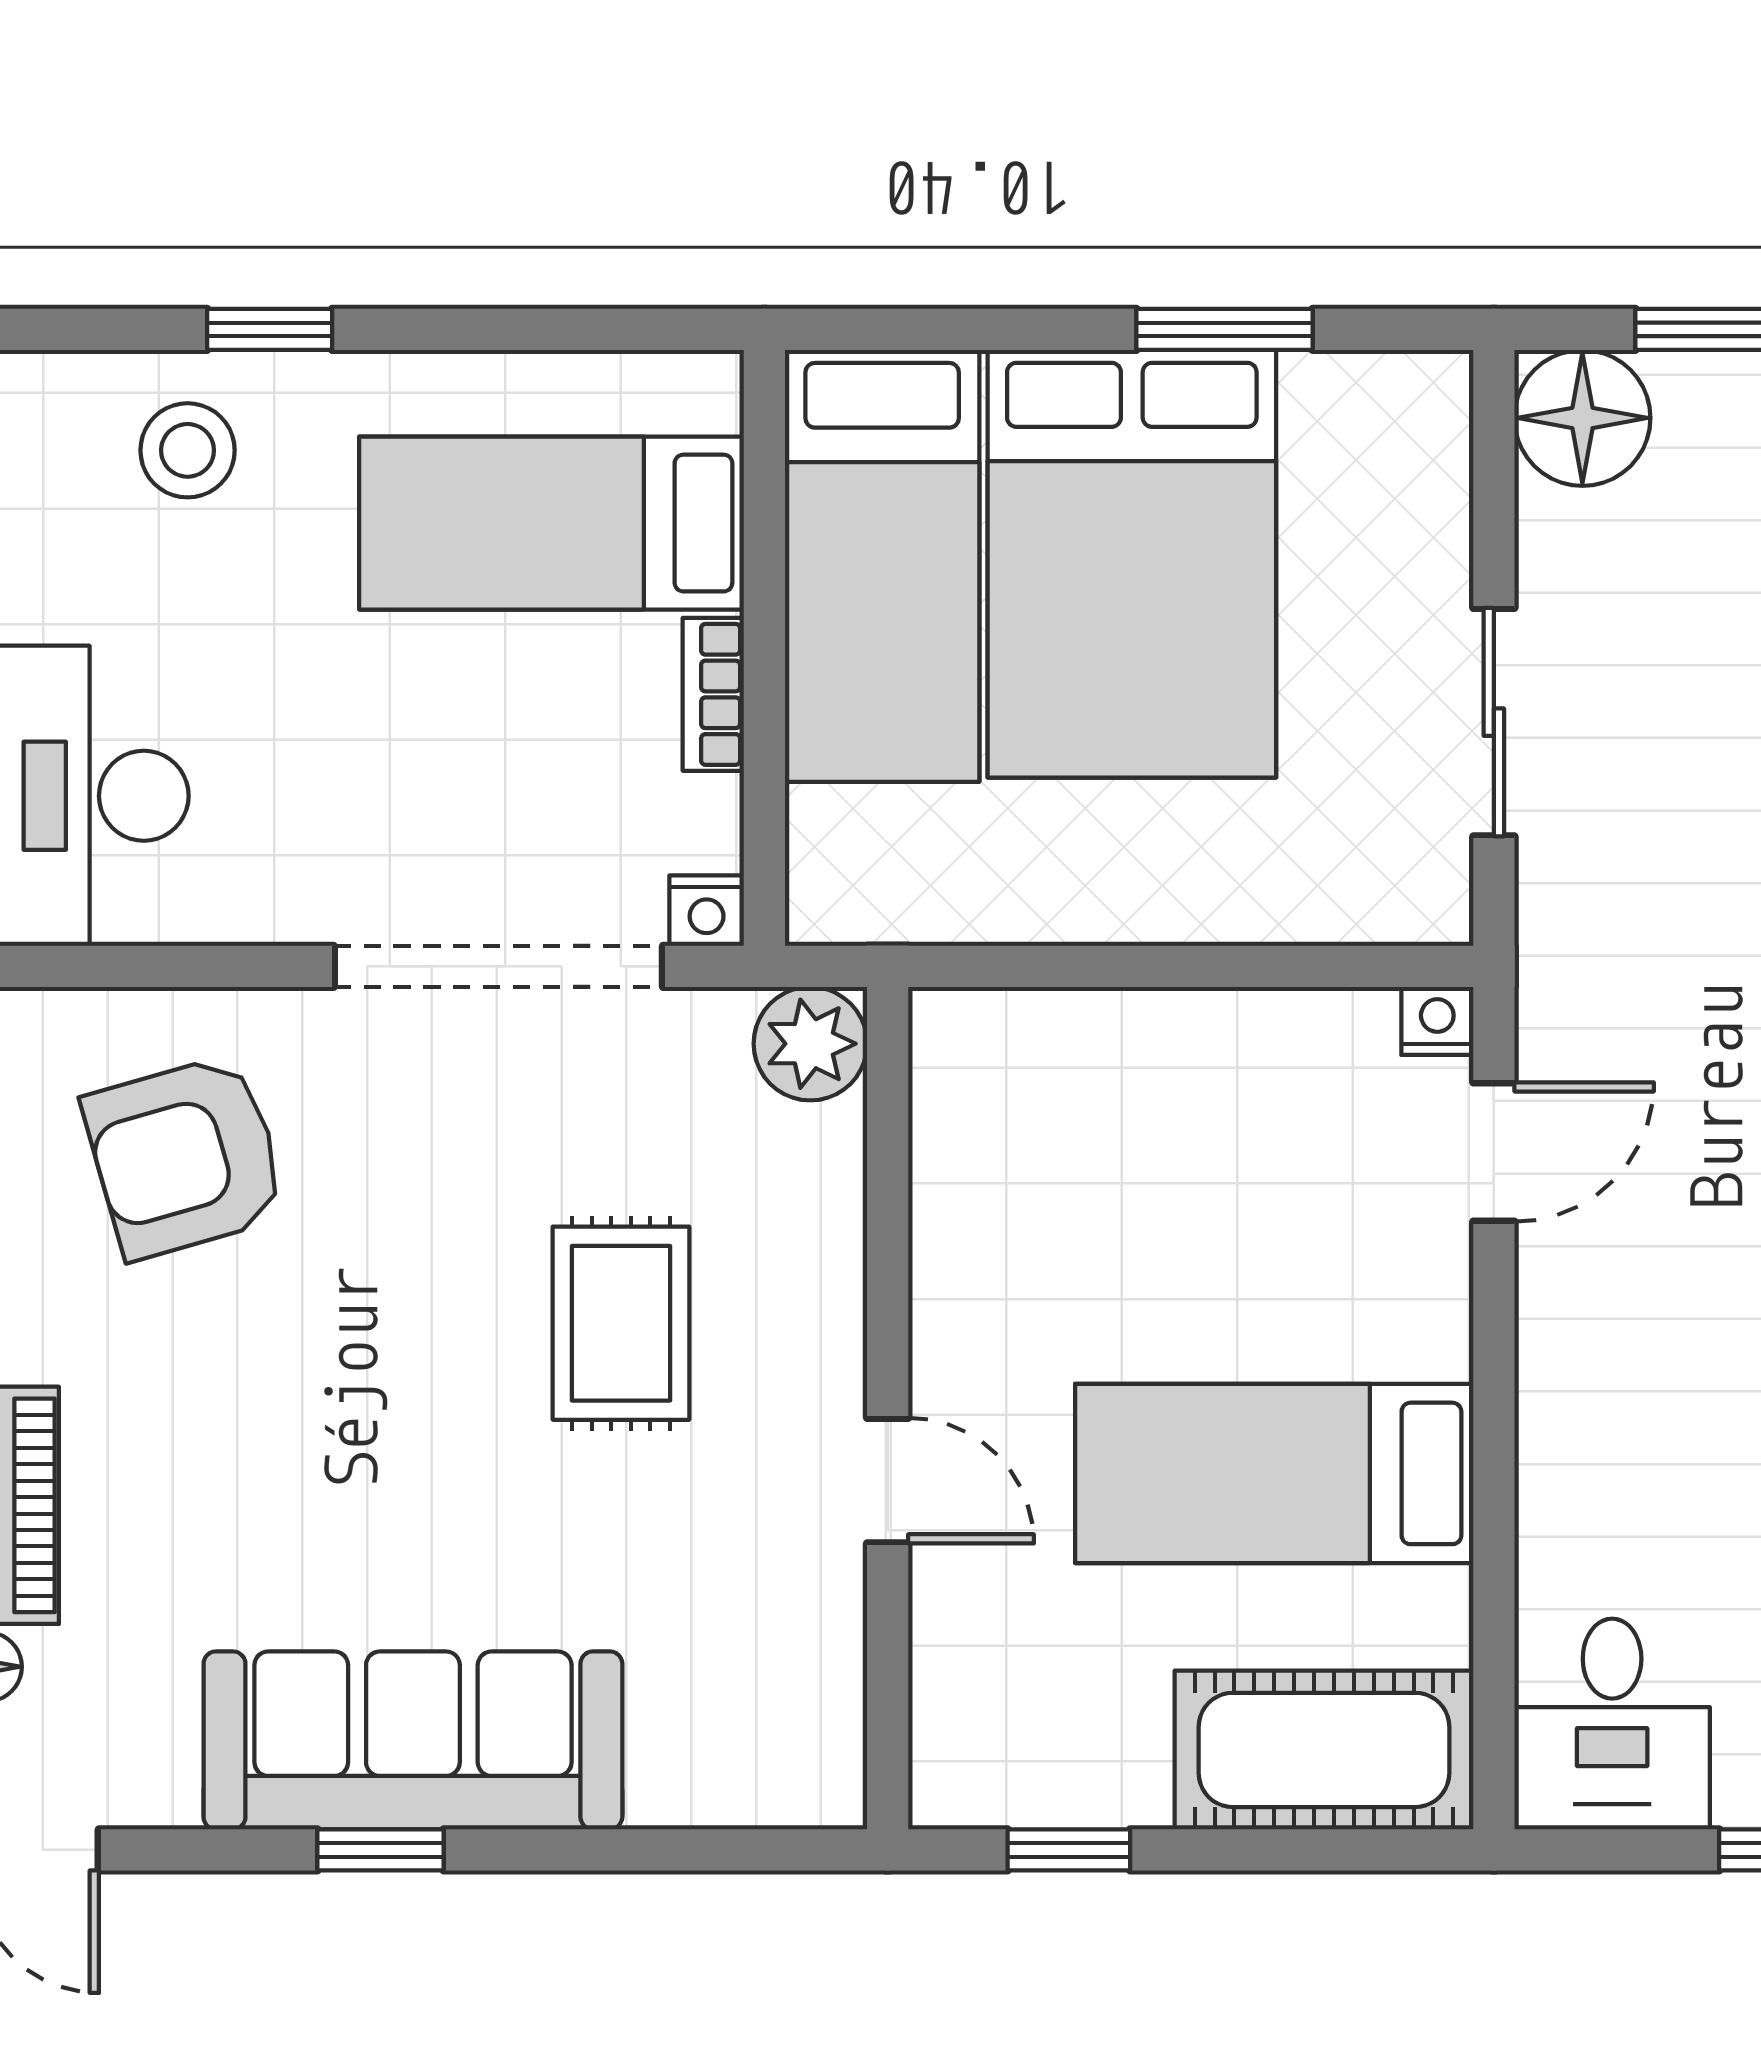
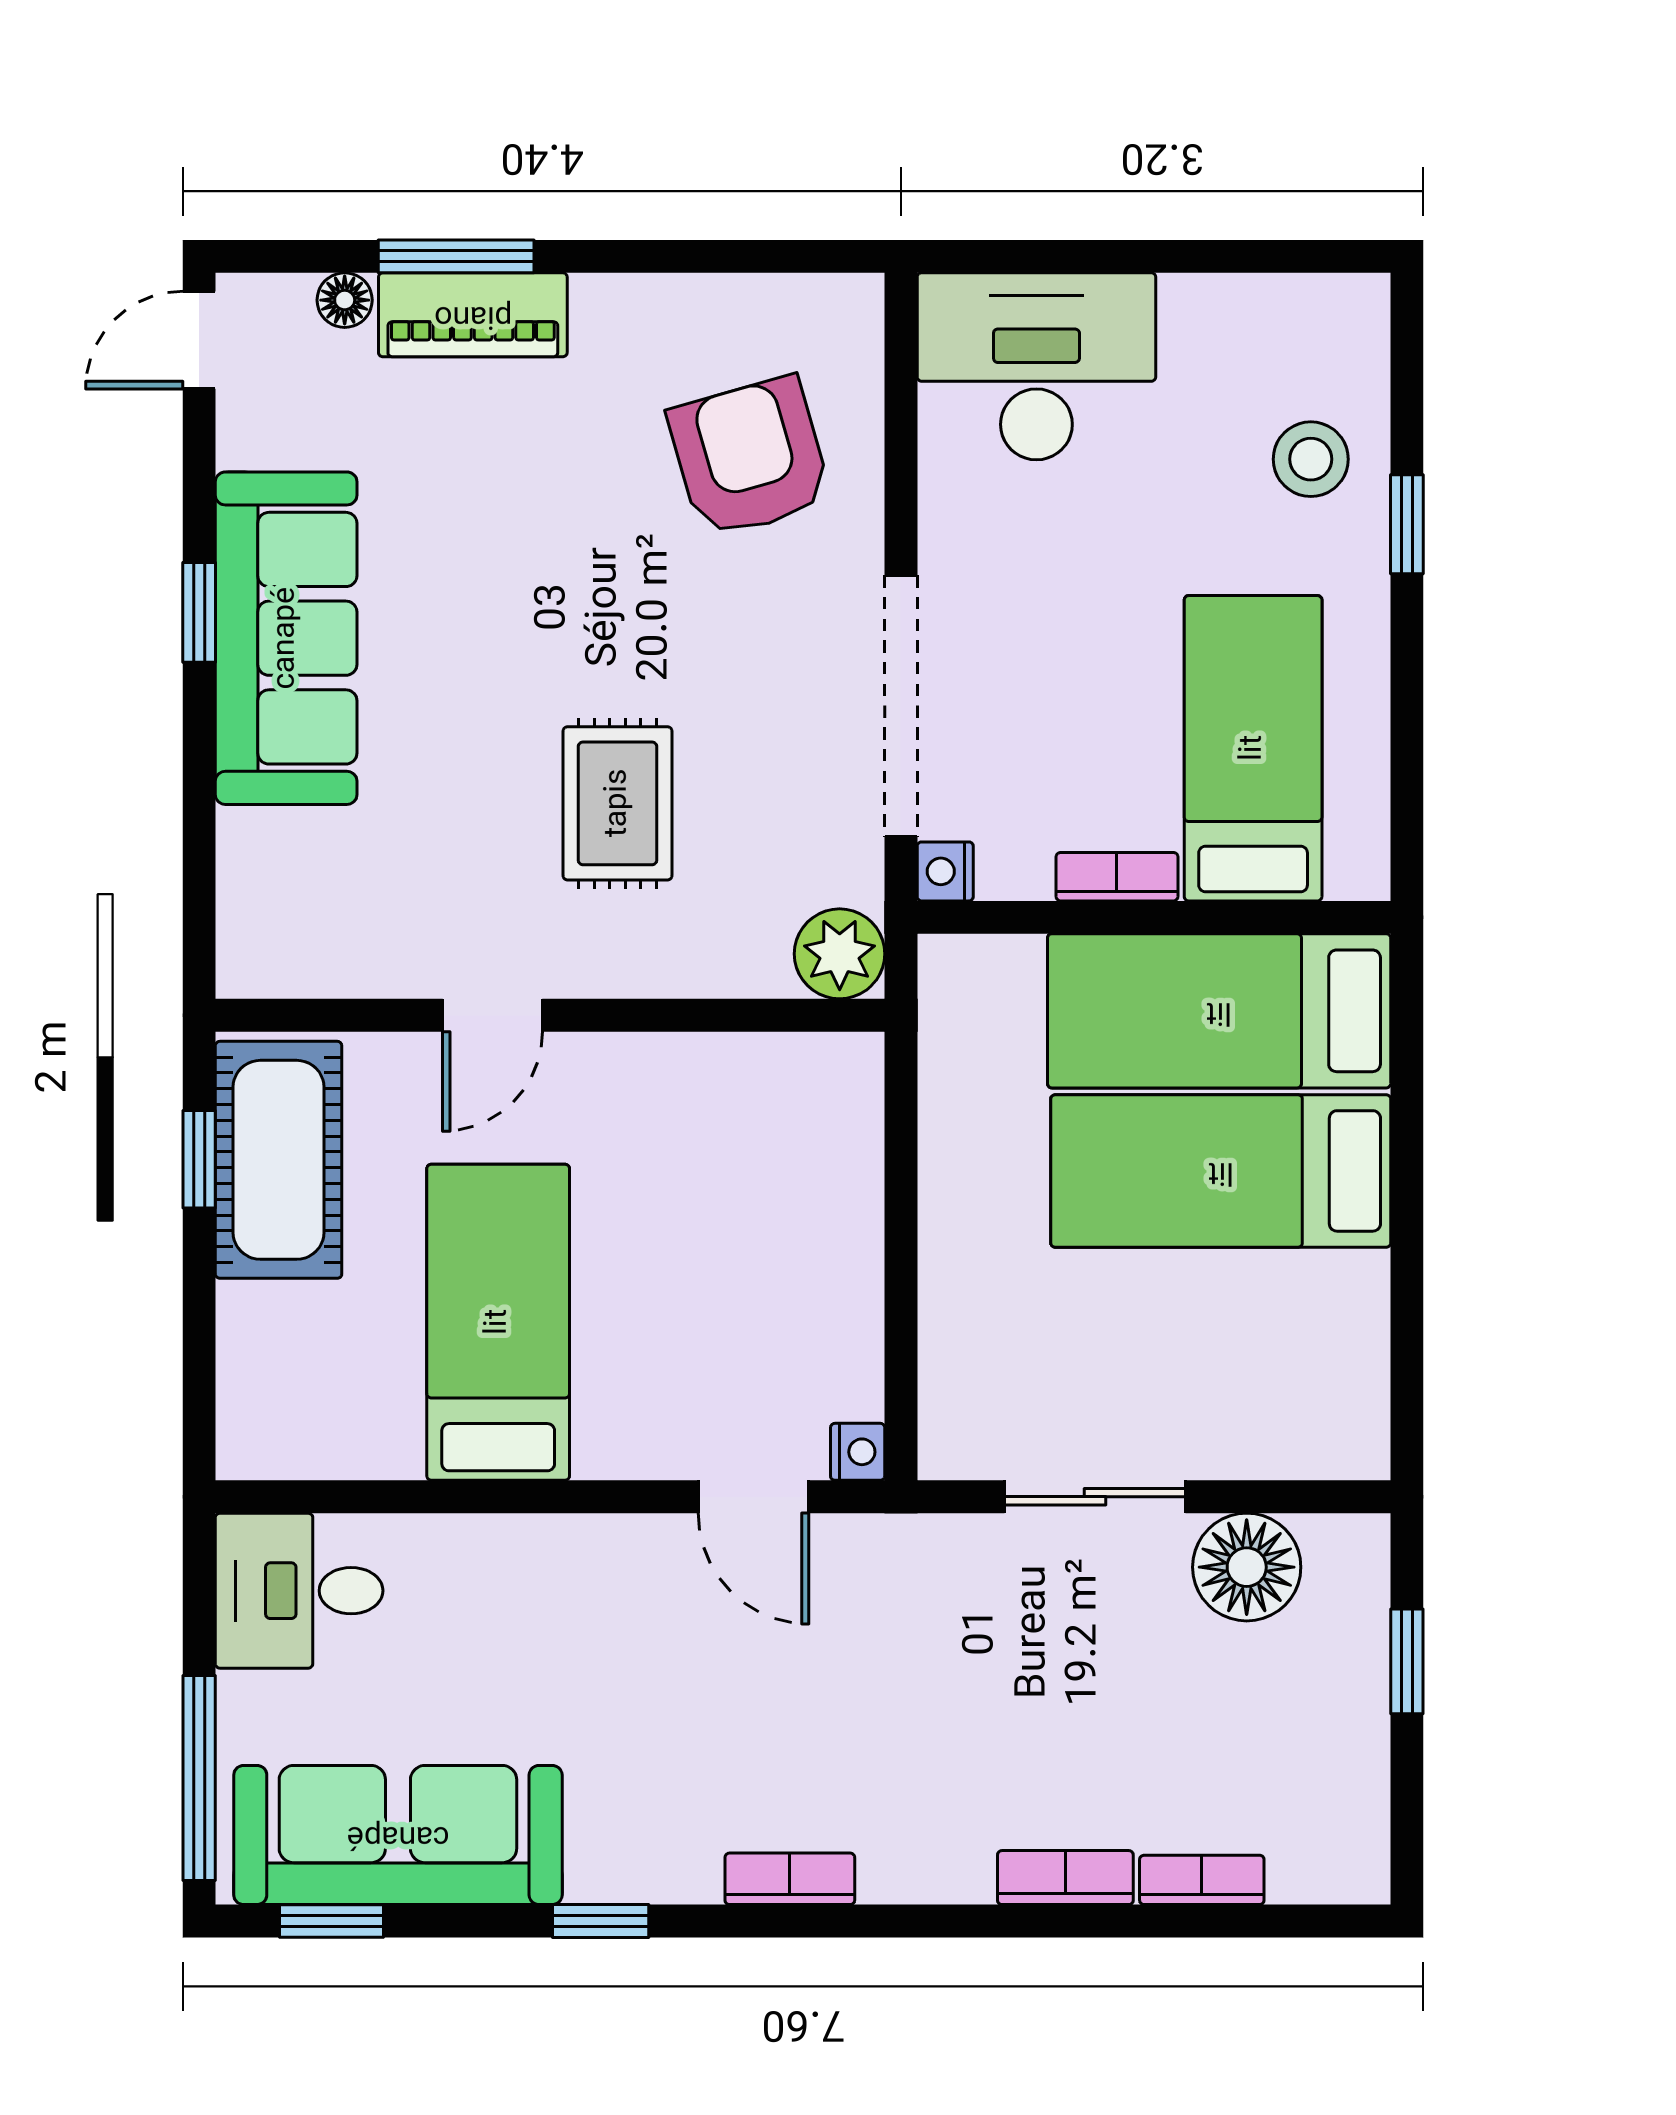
window: (1224, 329) -> (1407, 1283), removed
floor lamp: (1582, 418) -> (1247, 1567), moved
bed: (1132, 564) -> (1221, 1171), width x0.67
rug: (621, 1323) -> (618, 803), turned 90
cot: (1324, 1750) -> (279, 1160), moved

